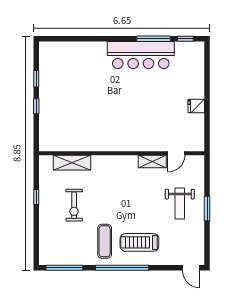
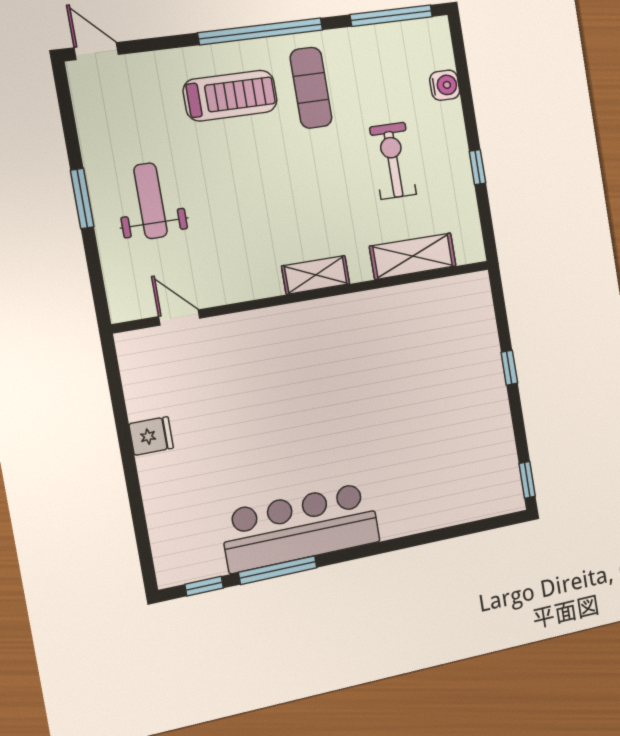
window: (36, 79) -> (527, 480), moved
door: (176, 153) -> (179, 317), hinge flipped
shelving: (152, 162) -> (316, 275), moved
water cooler: (45, 235) -> (445, 85), added

